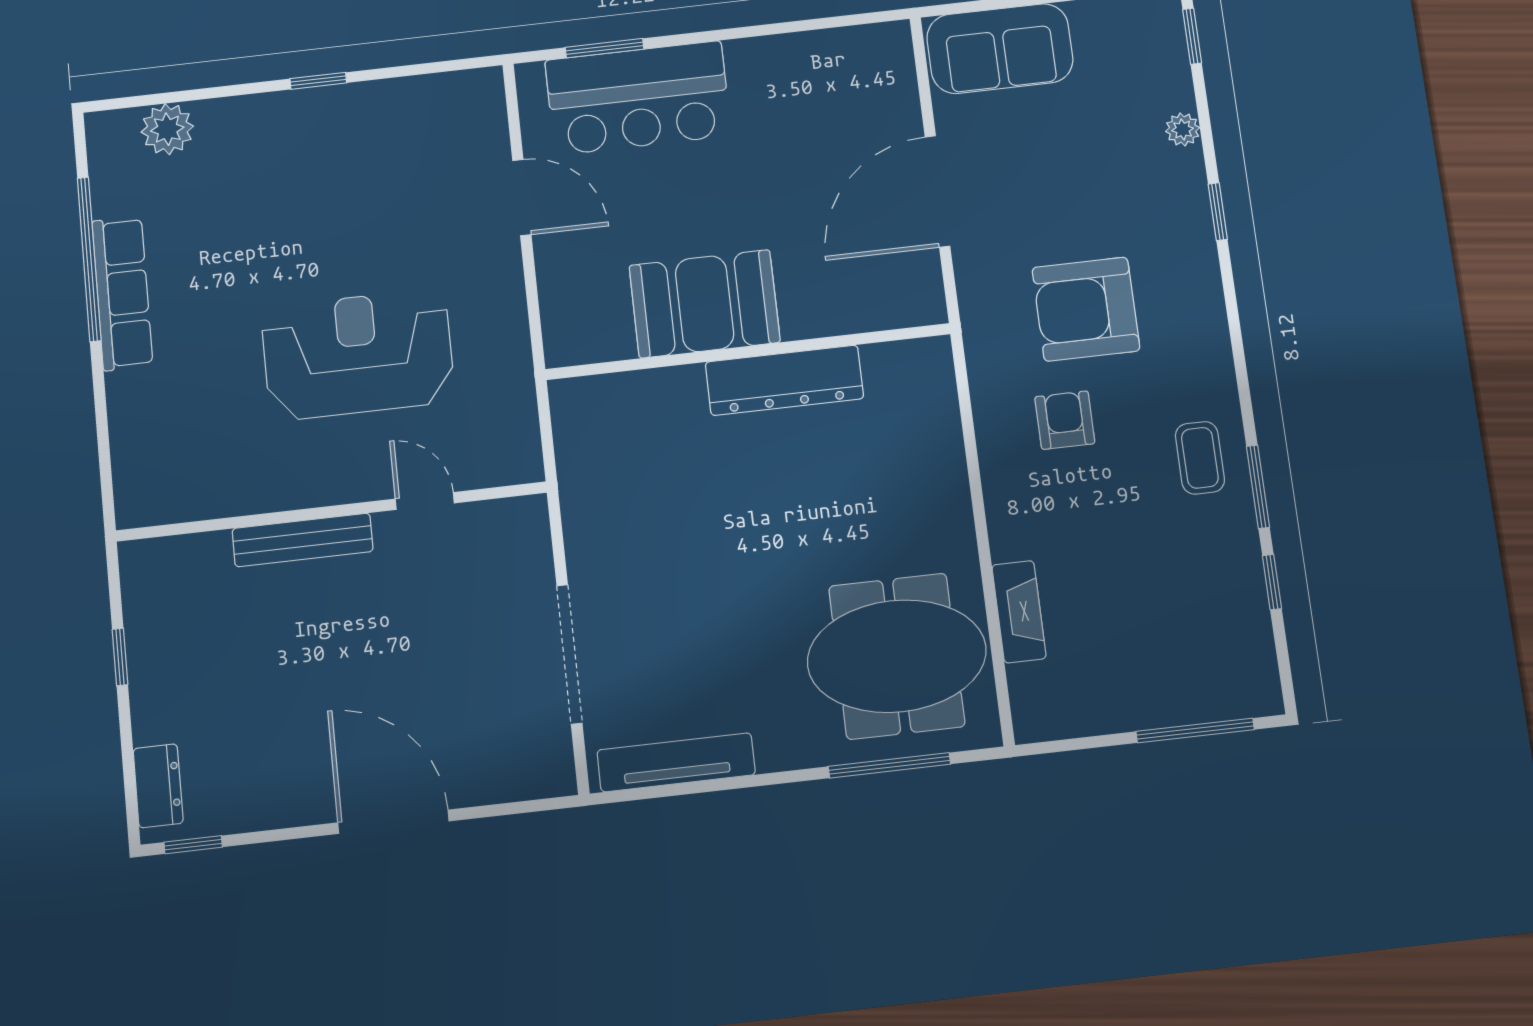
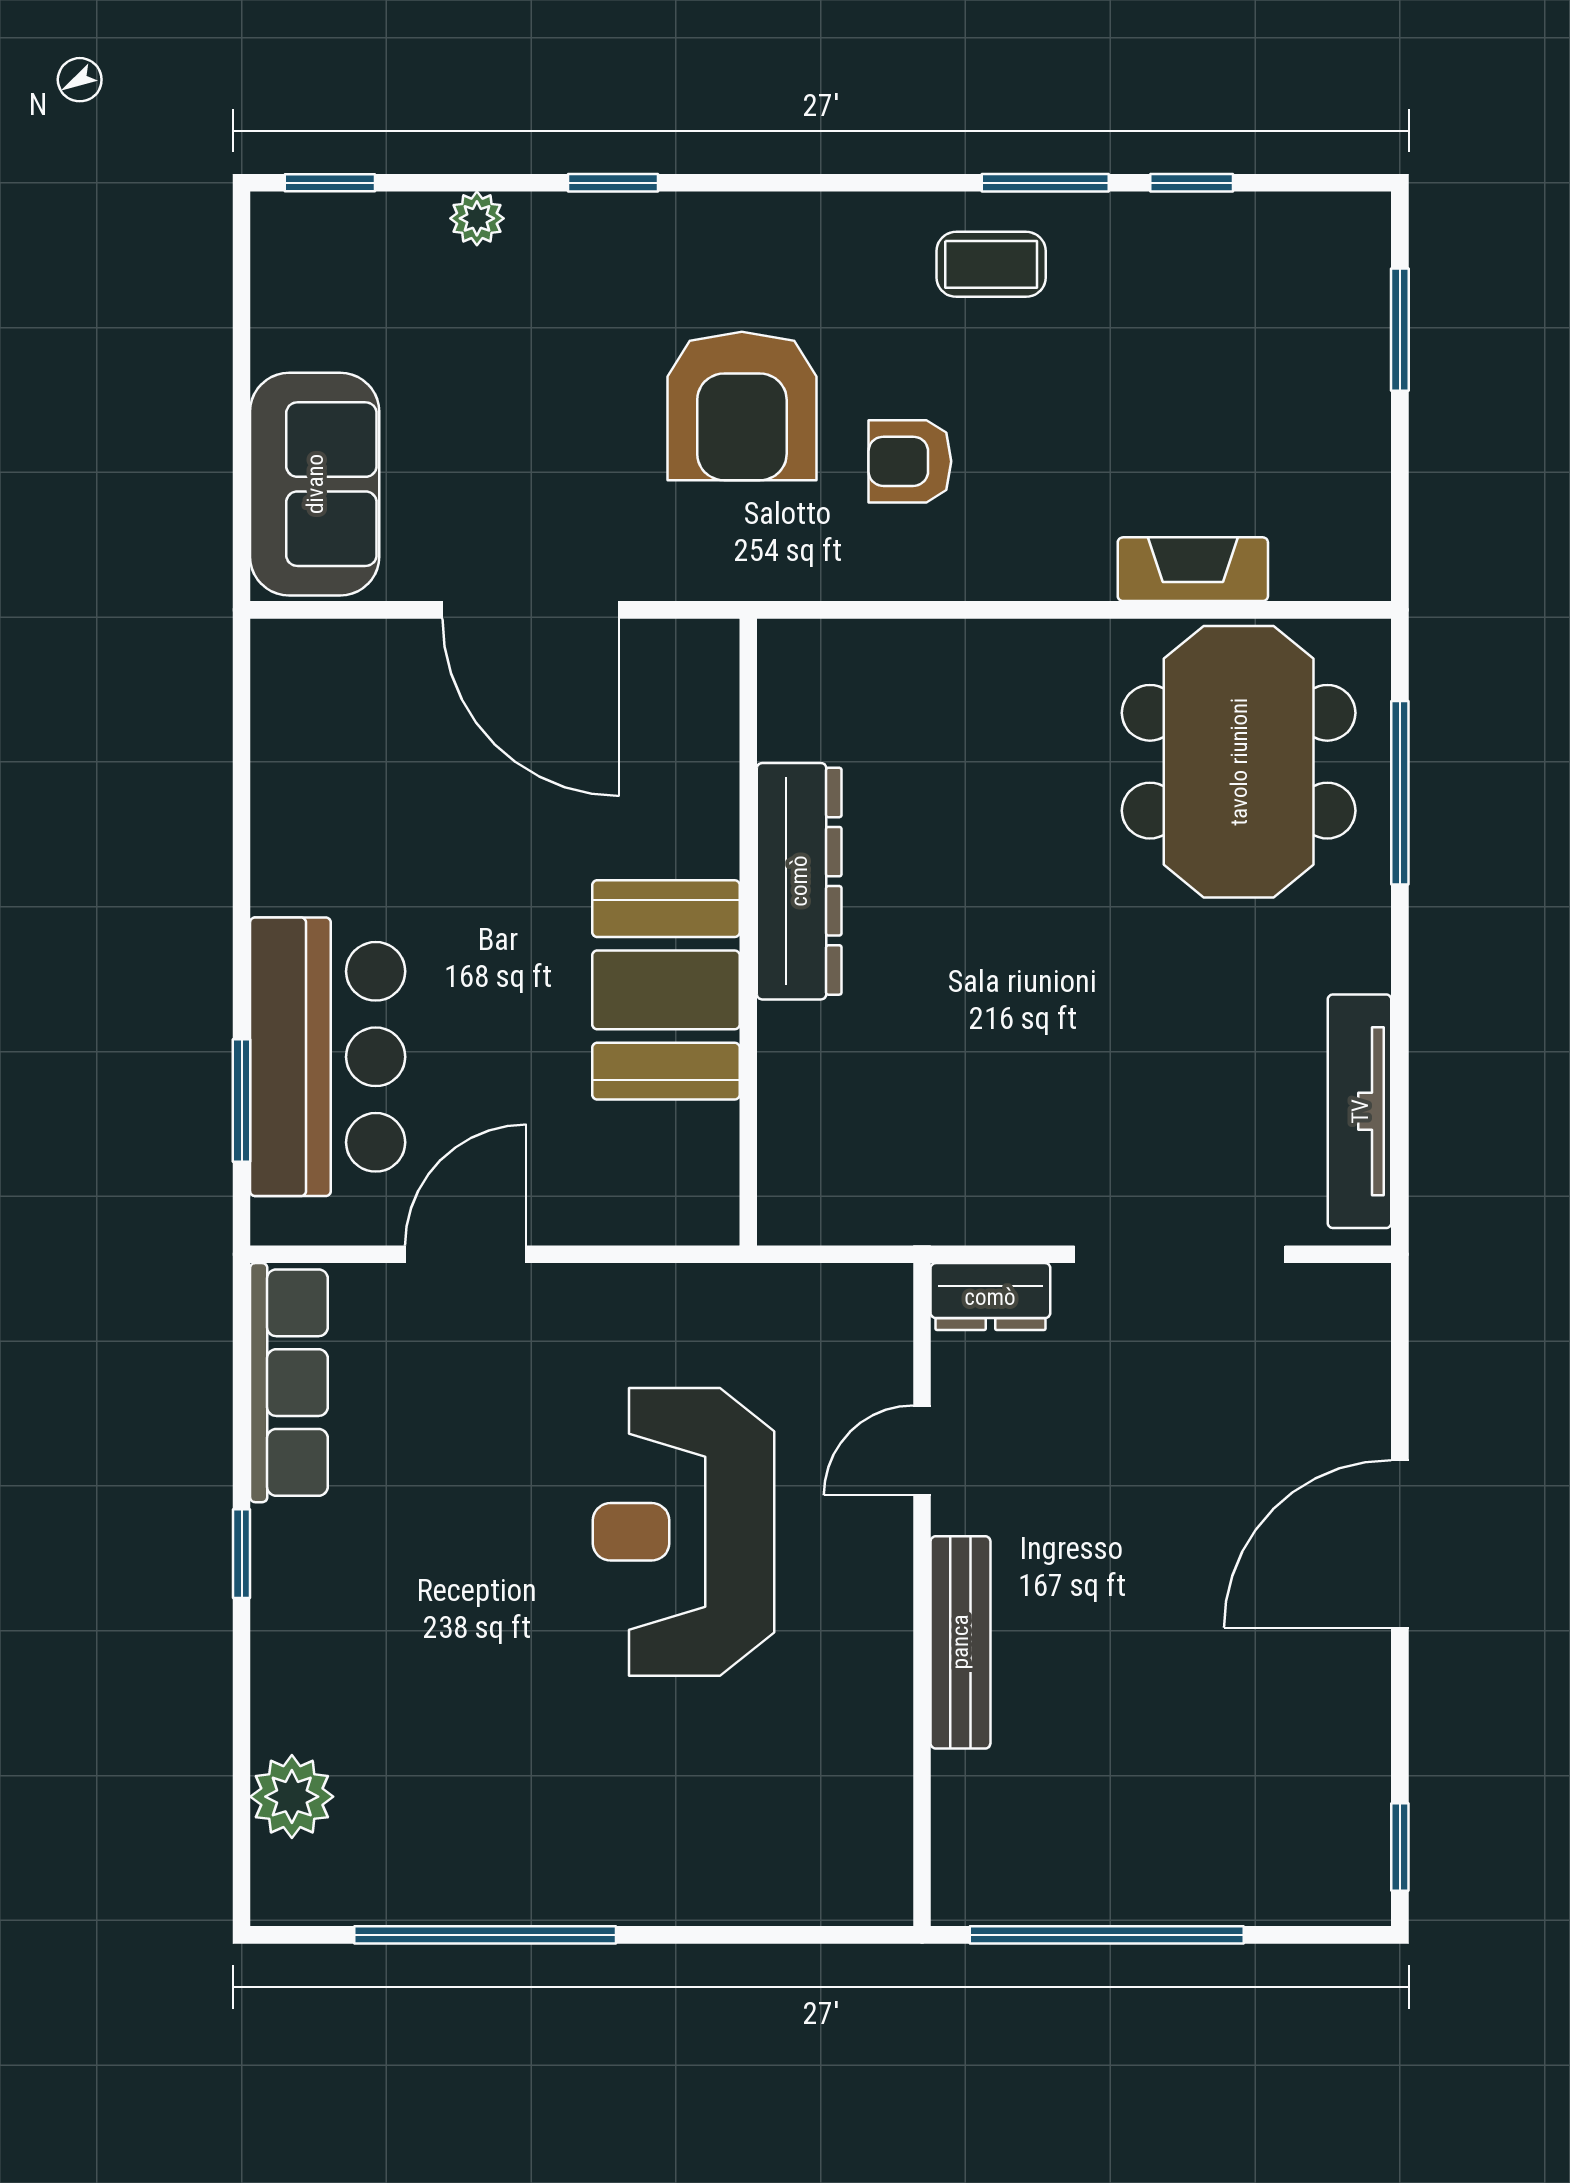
row of seats: (122, 293) -> (289, 1383), moved, turned 90
window: (120, 657) -> (1107, 1935), width x3.17
window: (1195, 730) -> (1400, 330), width x0.69
dresser: (158, 786) -> (990, 1297), moved, turned 180

